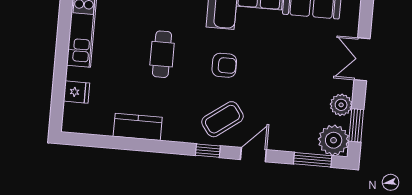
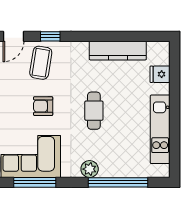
coffee table: (222, 119) -> (41, 63), turned -45
kitchen counter: (138, 127) -> (118, 51), width x1.50

